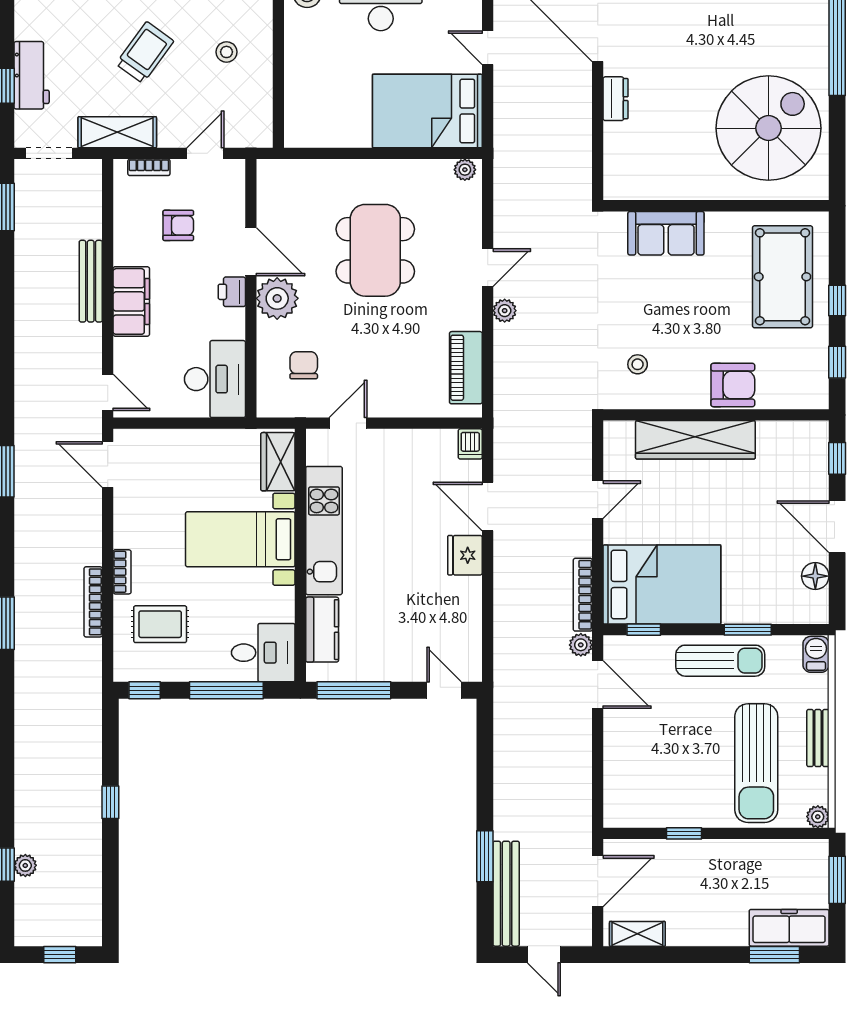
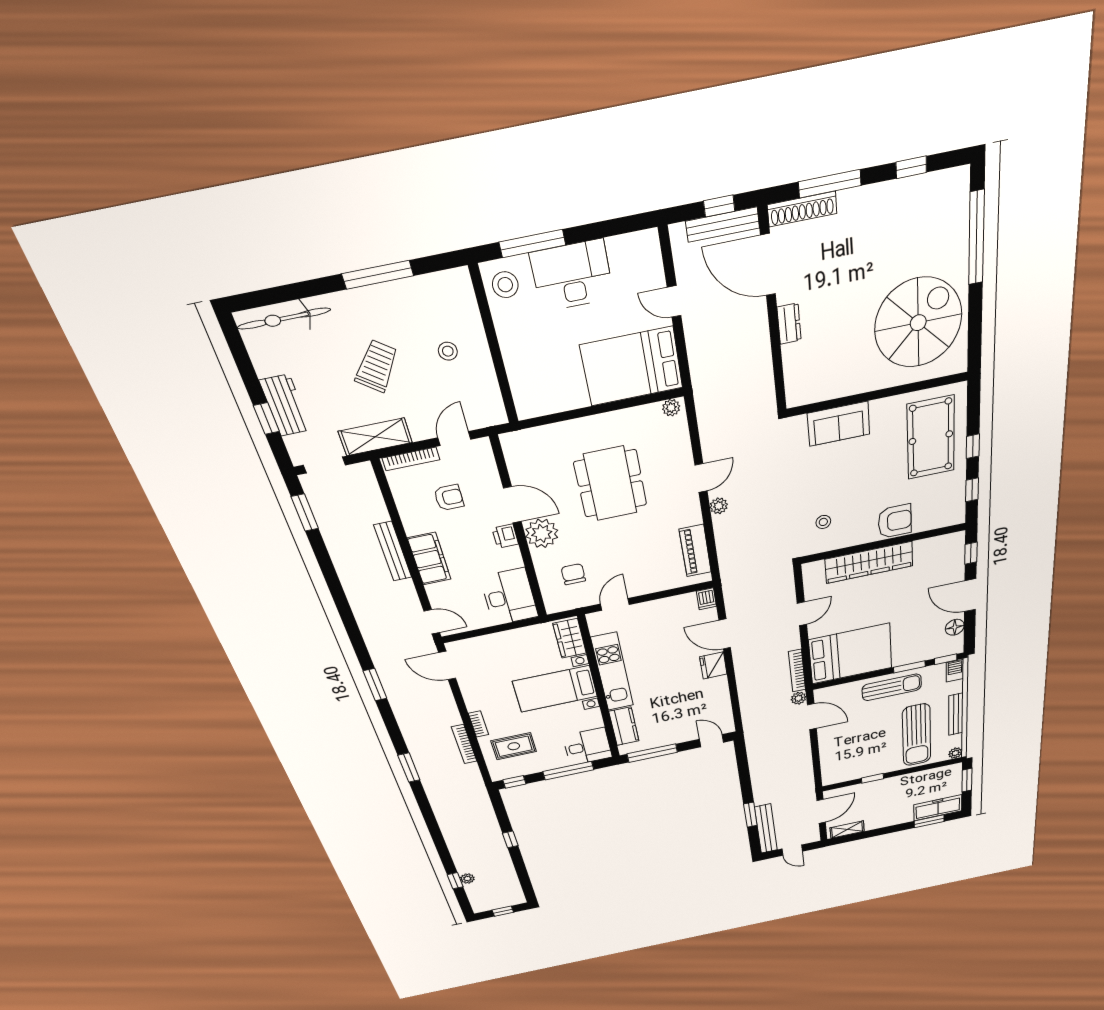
bookcase: (149, 167) -> (411, 459), width x1.56
window: (644, 630) -> (946, 659), moved
bench: (818, 738) -> (956, 714), width x1.36

